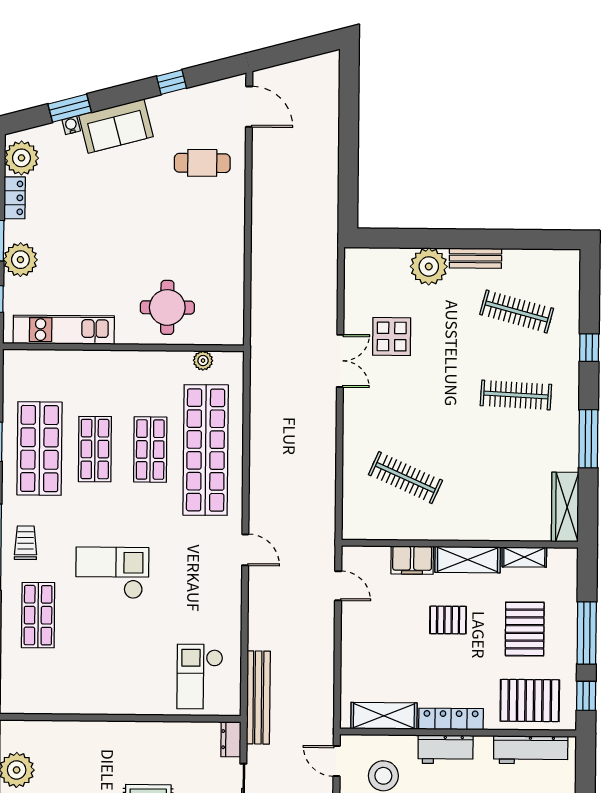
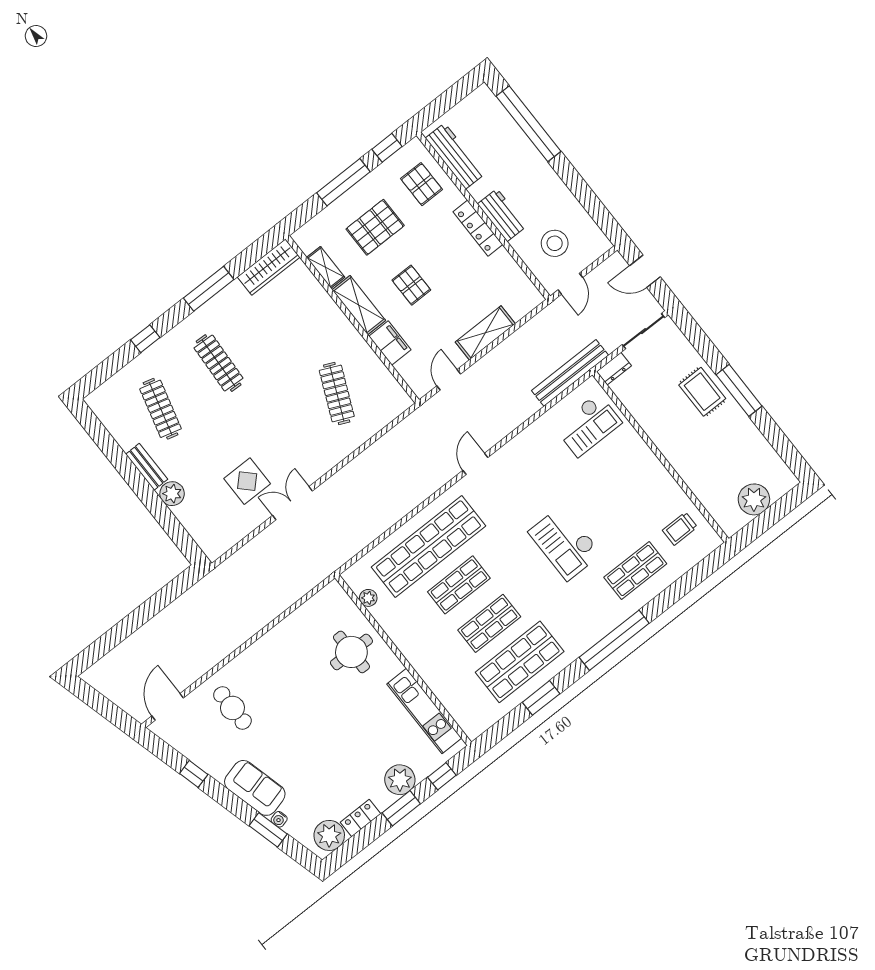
plant: (429, 266) -> (172, 494), width x0.73, depth x0.73
trolley: (26, 543) -> (680, 529), moved
pallet: (530, 700) -> (421, 184), width x0.67, depth x0.71
shelving: (384, 716) -> (485, 333), moved, turned 90

